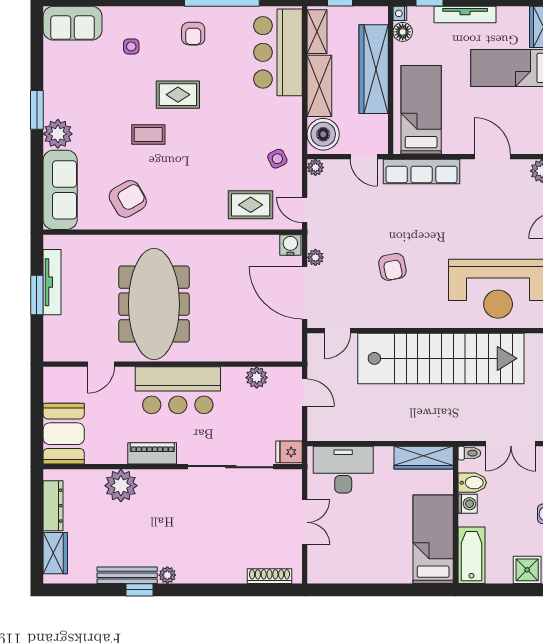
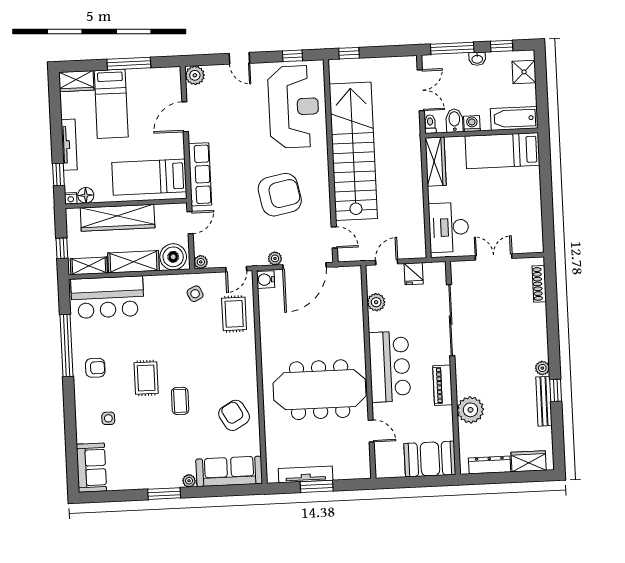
plant: (58, 134) -> (189, 481), width x0.53, depth x0.53
armchair: (392, 267) -> (280, 195), width x1.88, depth x1.88
fridge: (289, 452) -> (414, 274), moved

